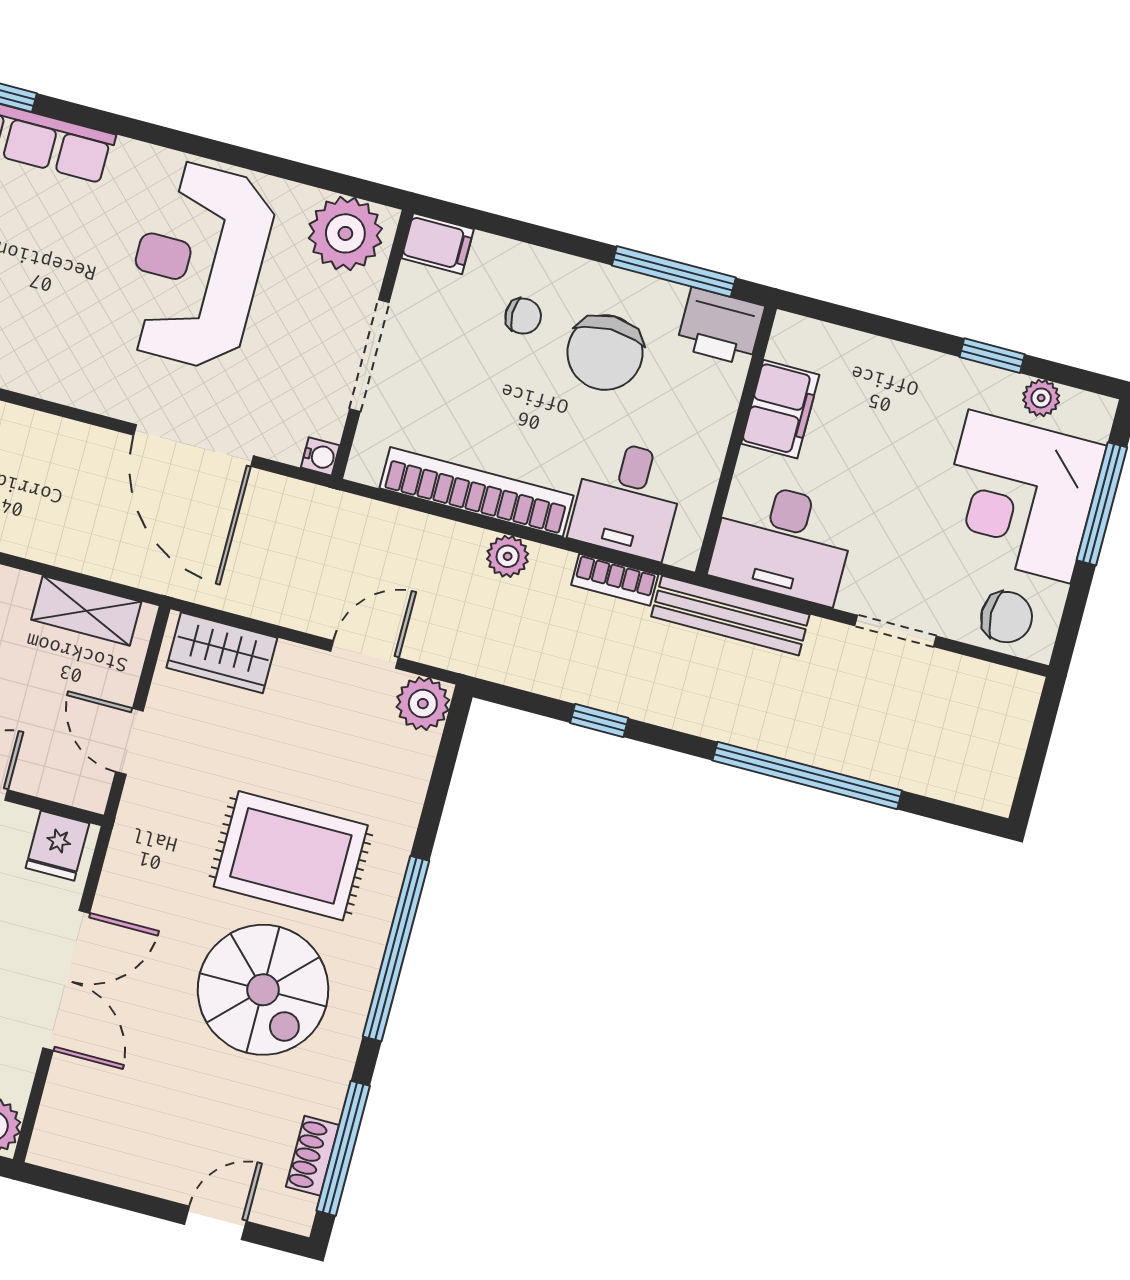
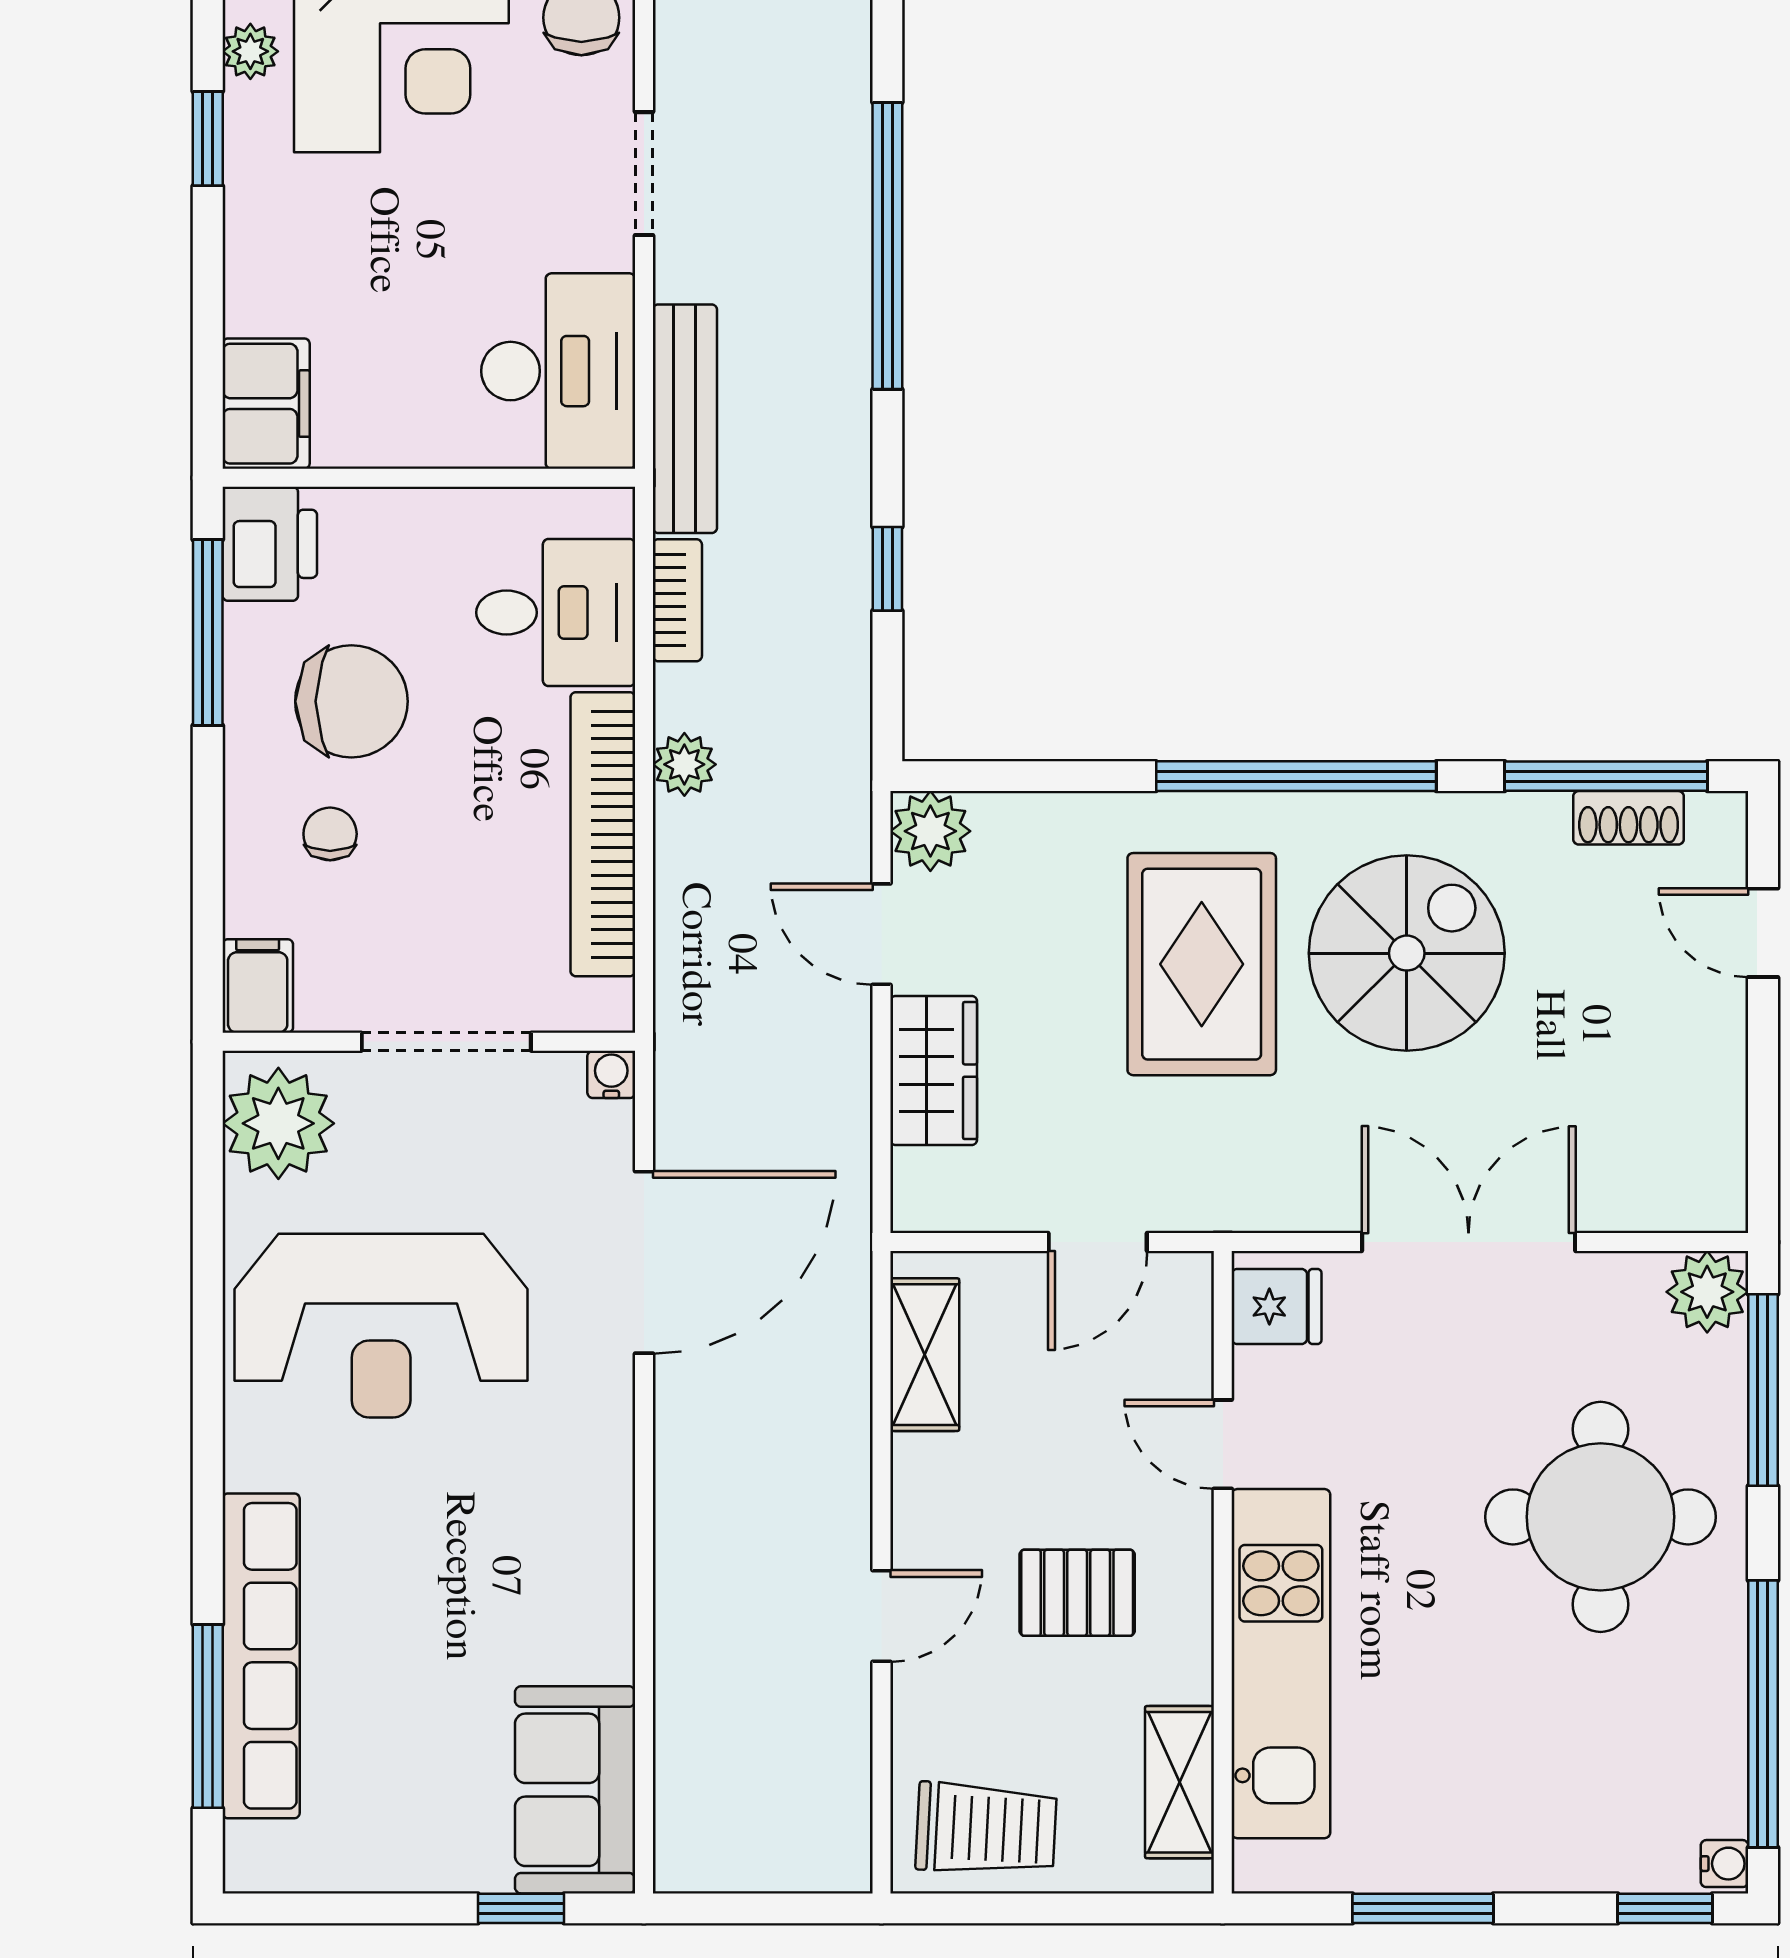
filing cabinet: (780, 409) -> (266, 404), moved, turned 90
wardrobe: (222, 653) -> (934, 1071), moved

